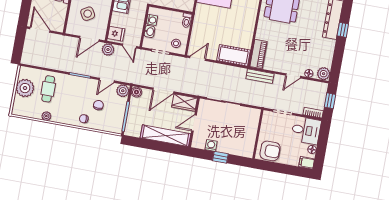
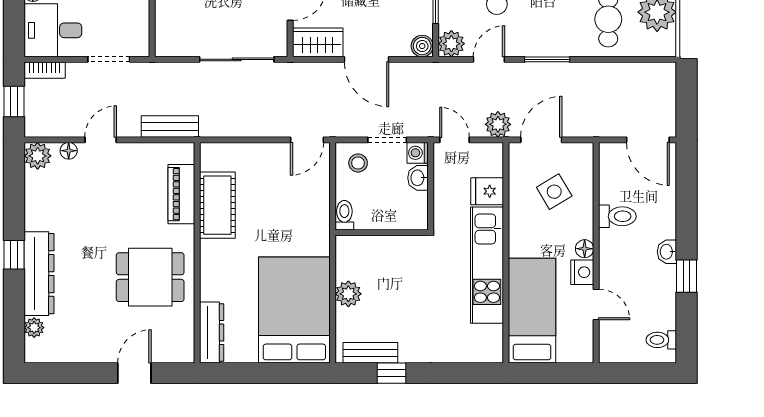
washing machine: (152, 20) -> (418, 153), moved
fridge: (116, 34) -> (487, 191), moved
piano: (258, 54) -> (181, 194), moved
cot: (234, 55) -> (217, 205), moved, turned 90
door: (163, 91) -> (367, 59), swing flipped

